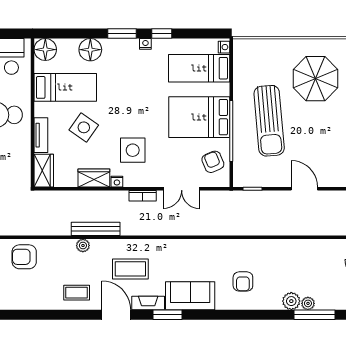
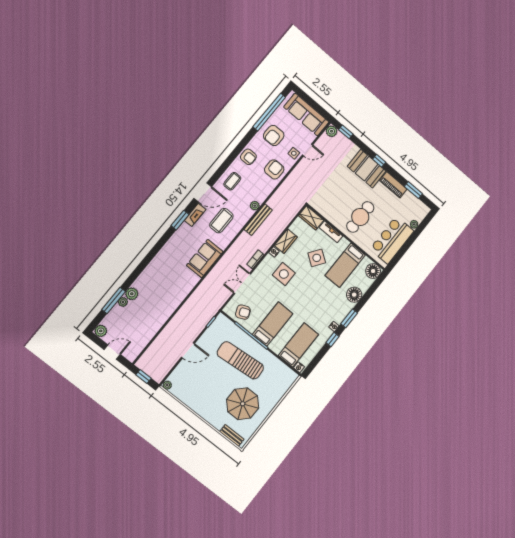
bed: (199, 117) -> (273, 324), width x0.67
armchair: (243, 281) -> (248, 157), moved, turned 180
sofa: (190, 296) -> (205, 259), moved, turned 180

